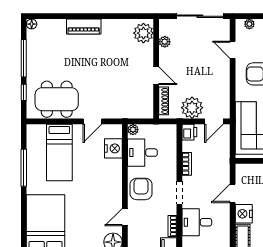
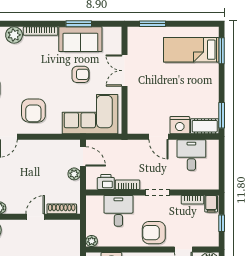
plant: (192, 108) -> (74, 174), width x0.53, depth x0.53
printer: (189, 132) -> (106, 182), moved
desk: (142, 153) -> (118, 211), moved, turned 180
desk: (197, 222) -> (191, 155), moved, turned 180

